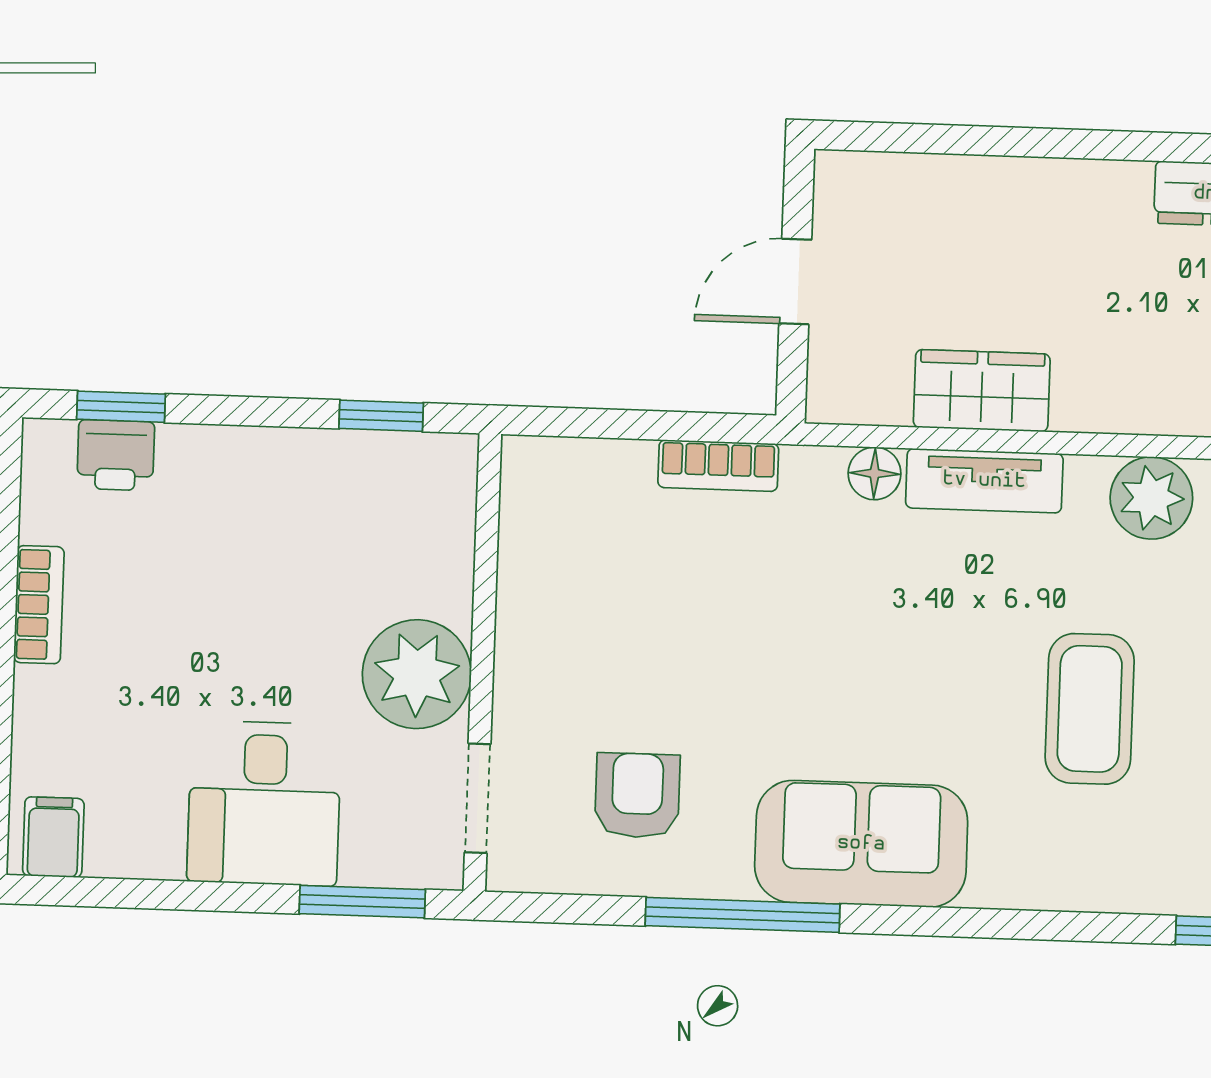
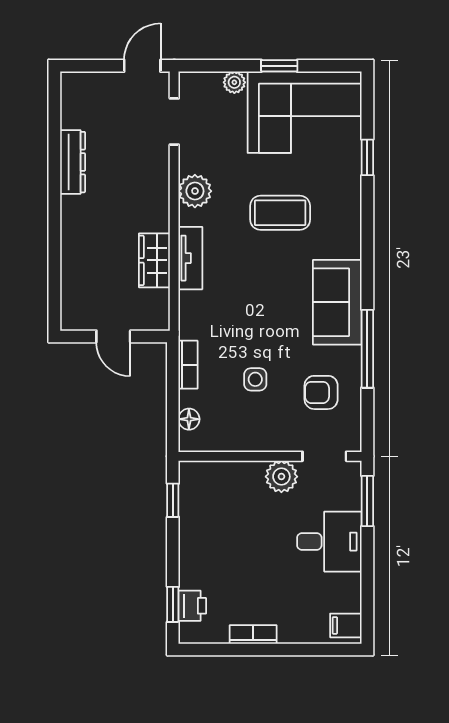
floor lamp: (875, 473) -> (189, 419), moved
side table: (676, 632) -> (255, 379), added
plant: (417, 674) -> (281, 477), width x0.73, depth x0.73

